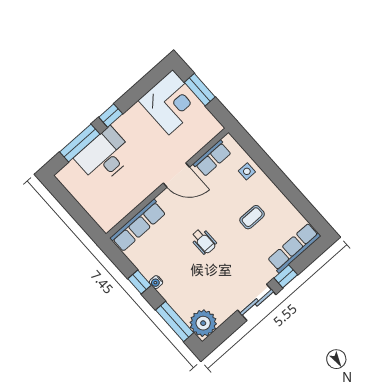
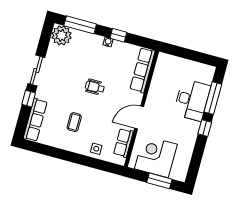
corner desk: (171, 102) -> (156, 157), moved, turned 90

